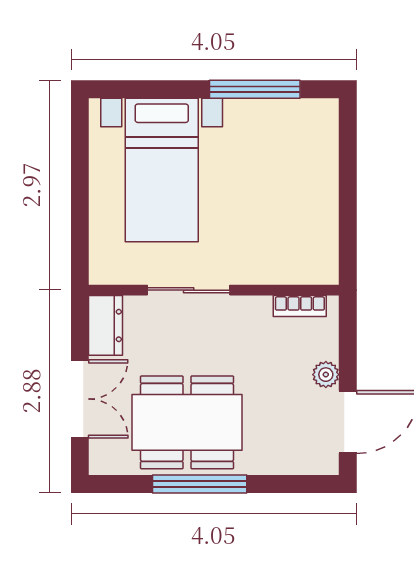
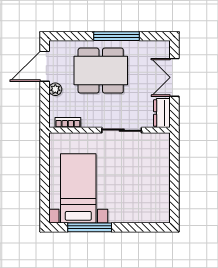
bed with nightstands: (162, 170) -> (78, 188), moved
dining table: (187, 422) -> (101, 71), moved

